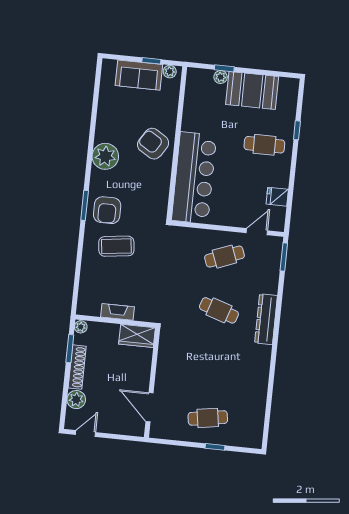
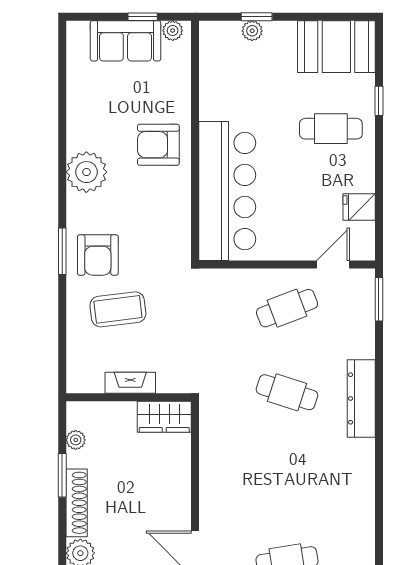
booth: (252, 90) -> (336, 47), moved
armchair: (153, 144) -> (158, 145), turned -32
fireplace: (118, 312) -> (130, 383), moved
wall: (116, 321) -> (129, 397), moved
wardrobe: (137, 336) -> (164, 417), moved

